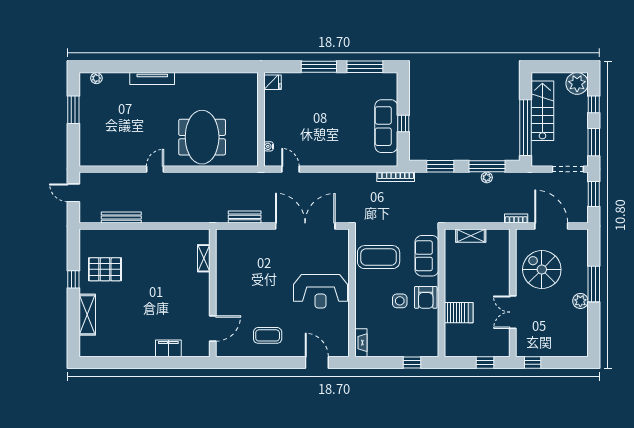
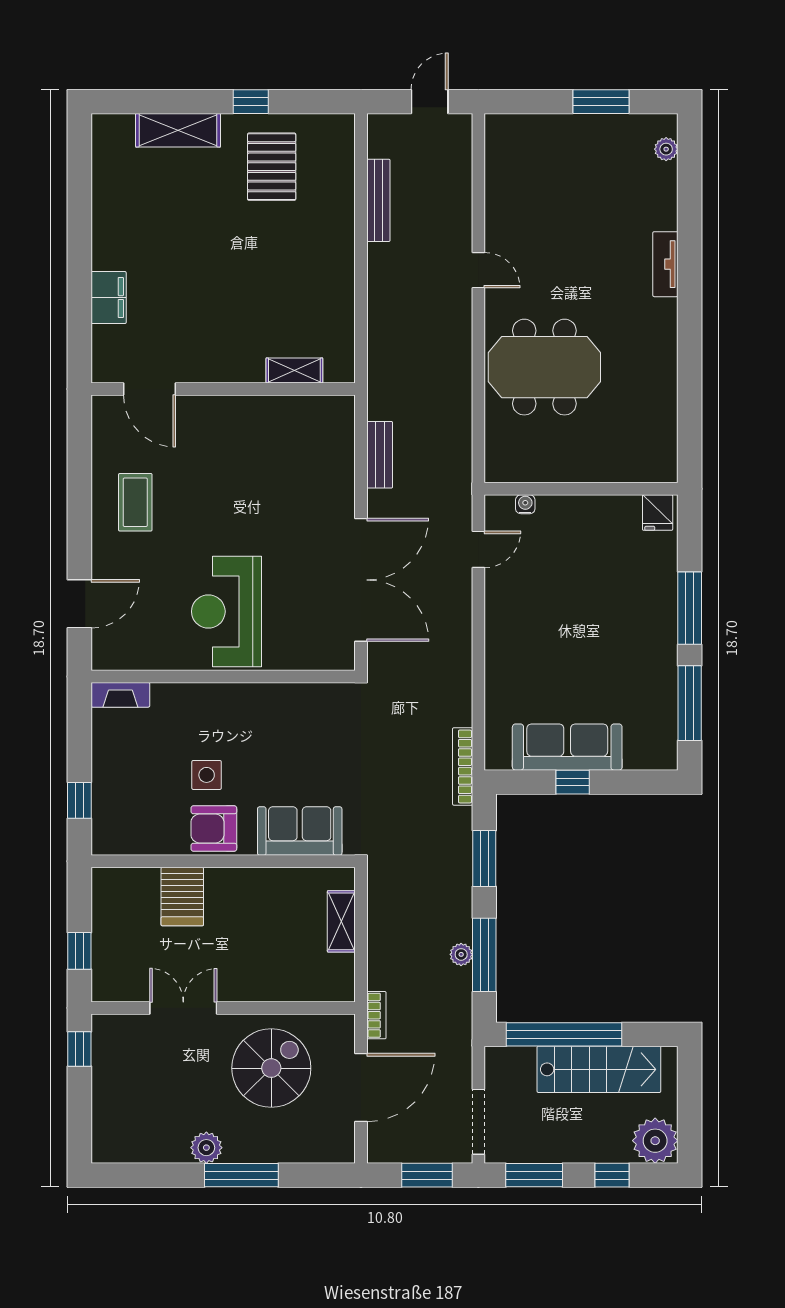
tv unit: (152, 78) -> (665, 264), width x0.71
coffee table: (379, 257) -> (297, 731), removed

